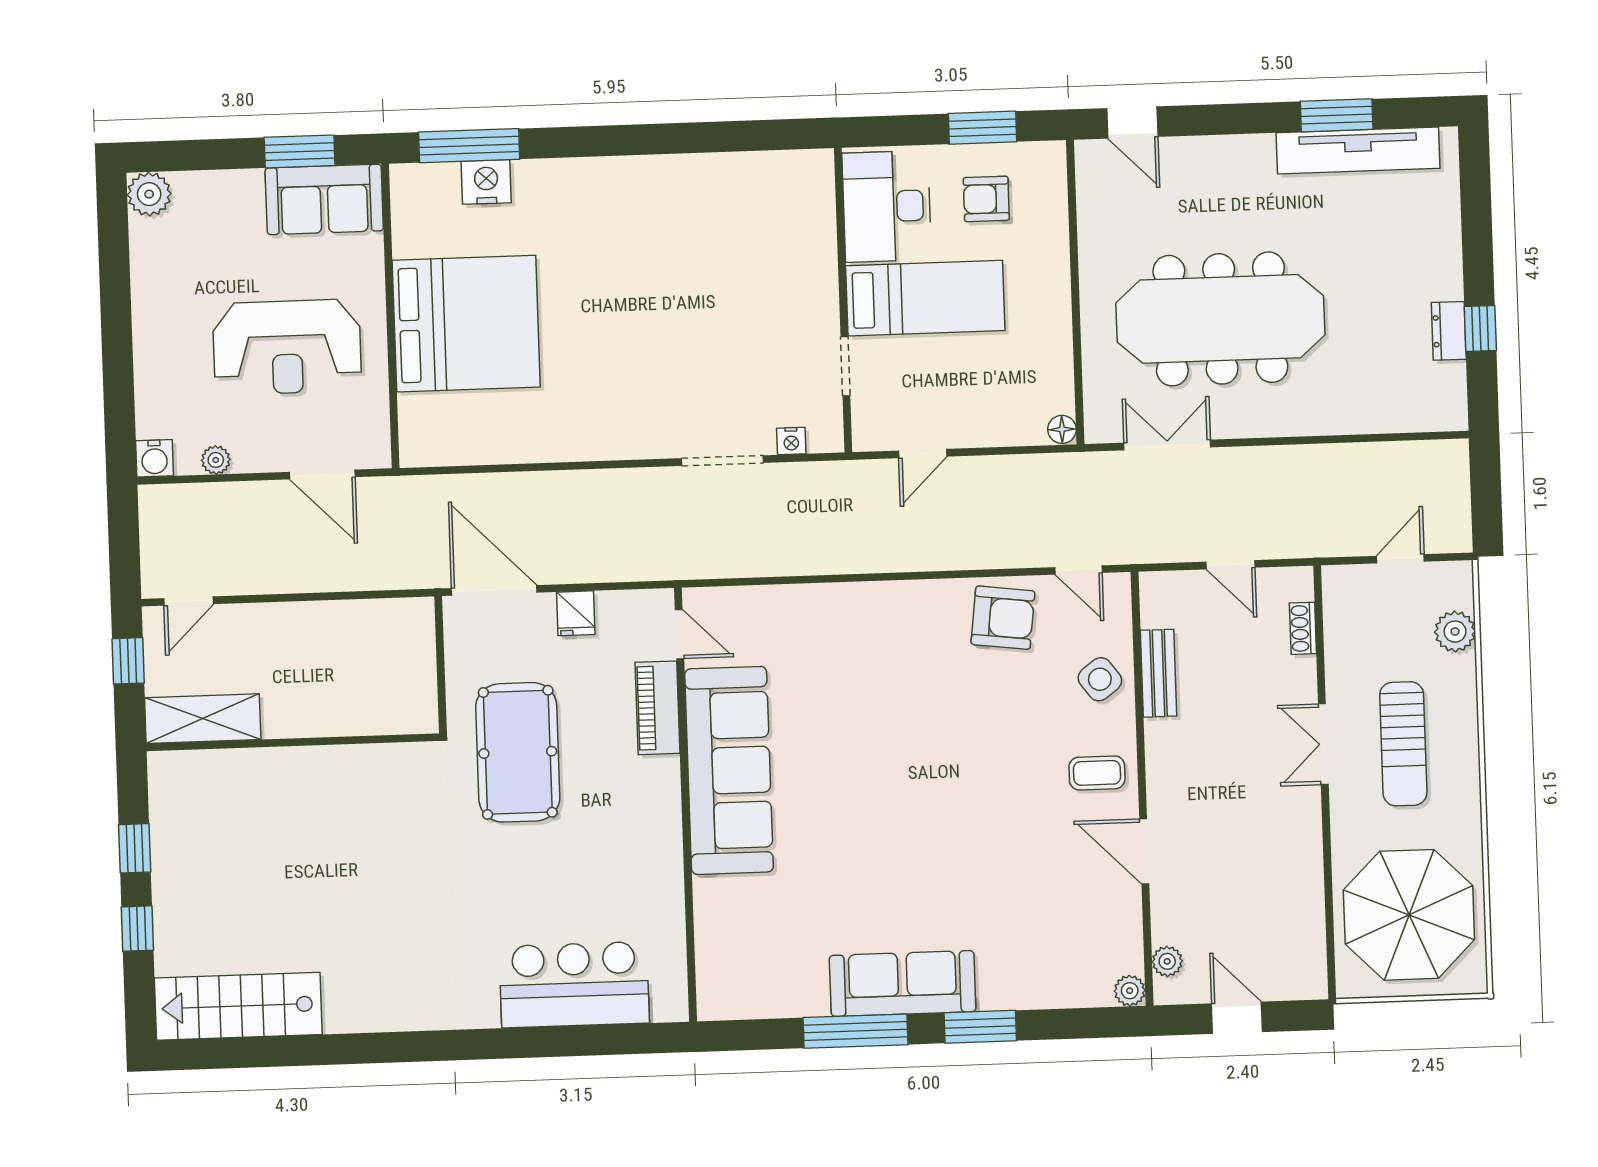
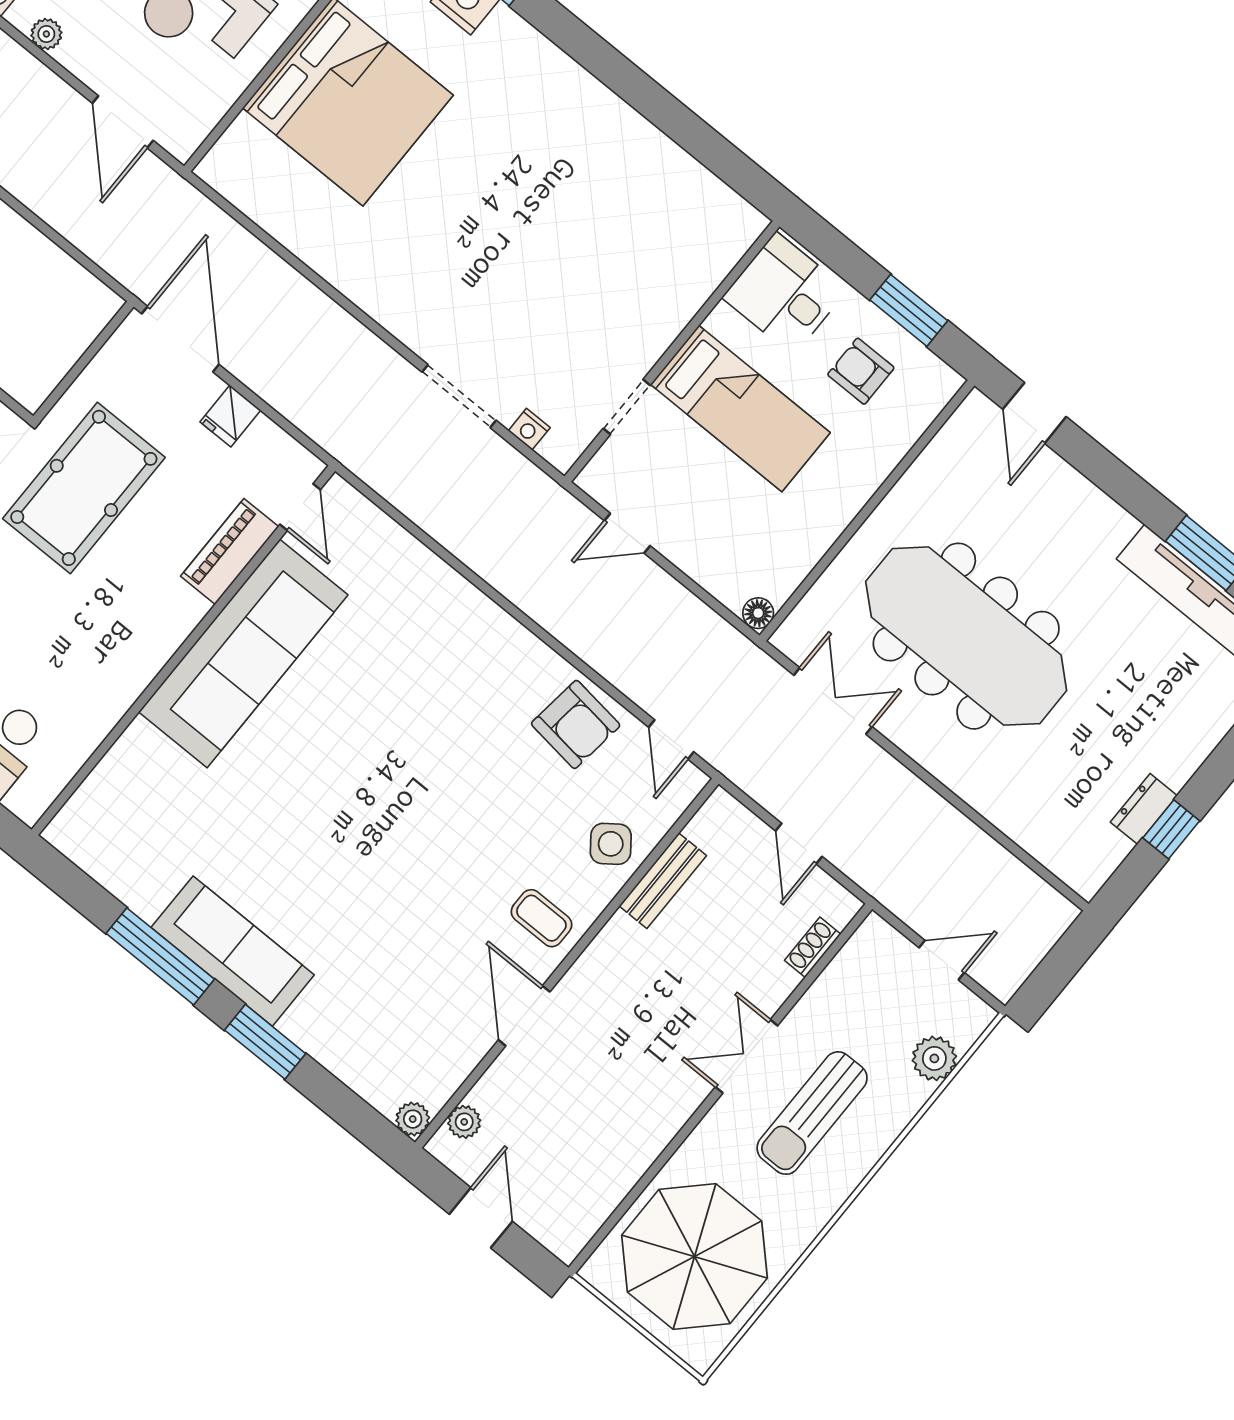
desk: (887, 206) -> (785, 294), width x0.73

